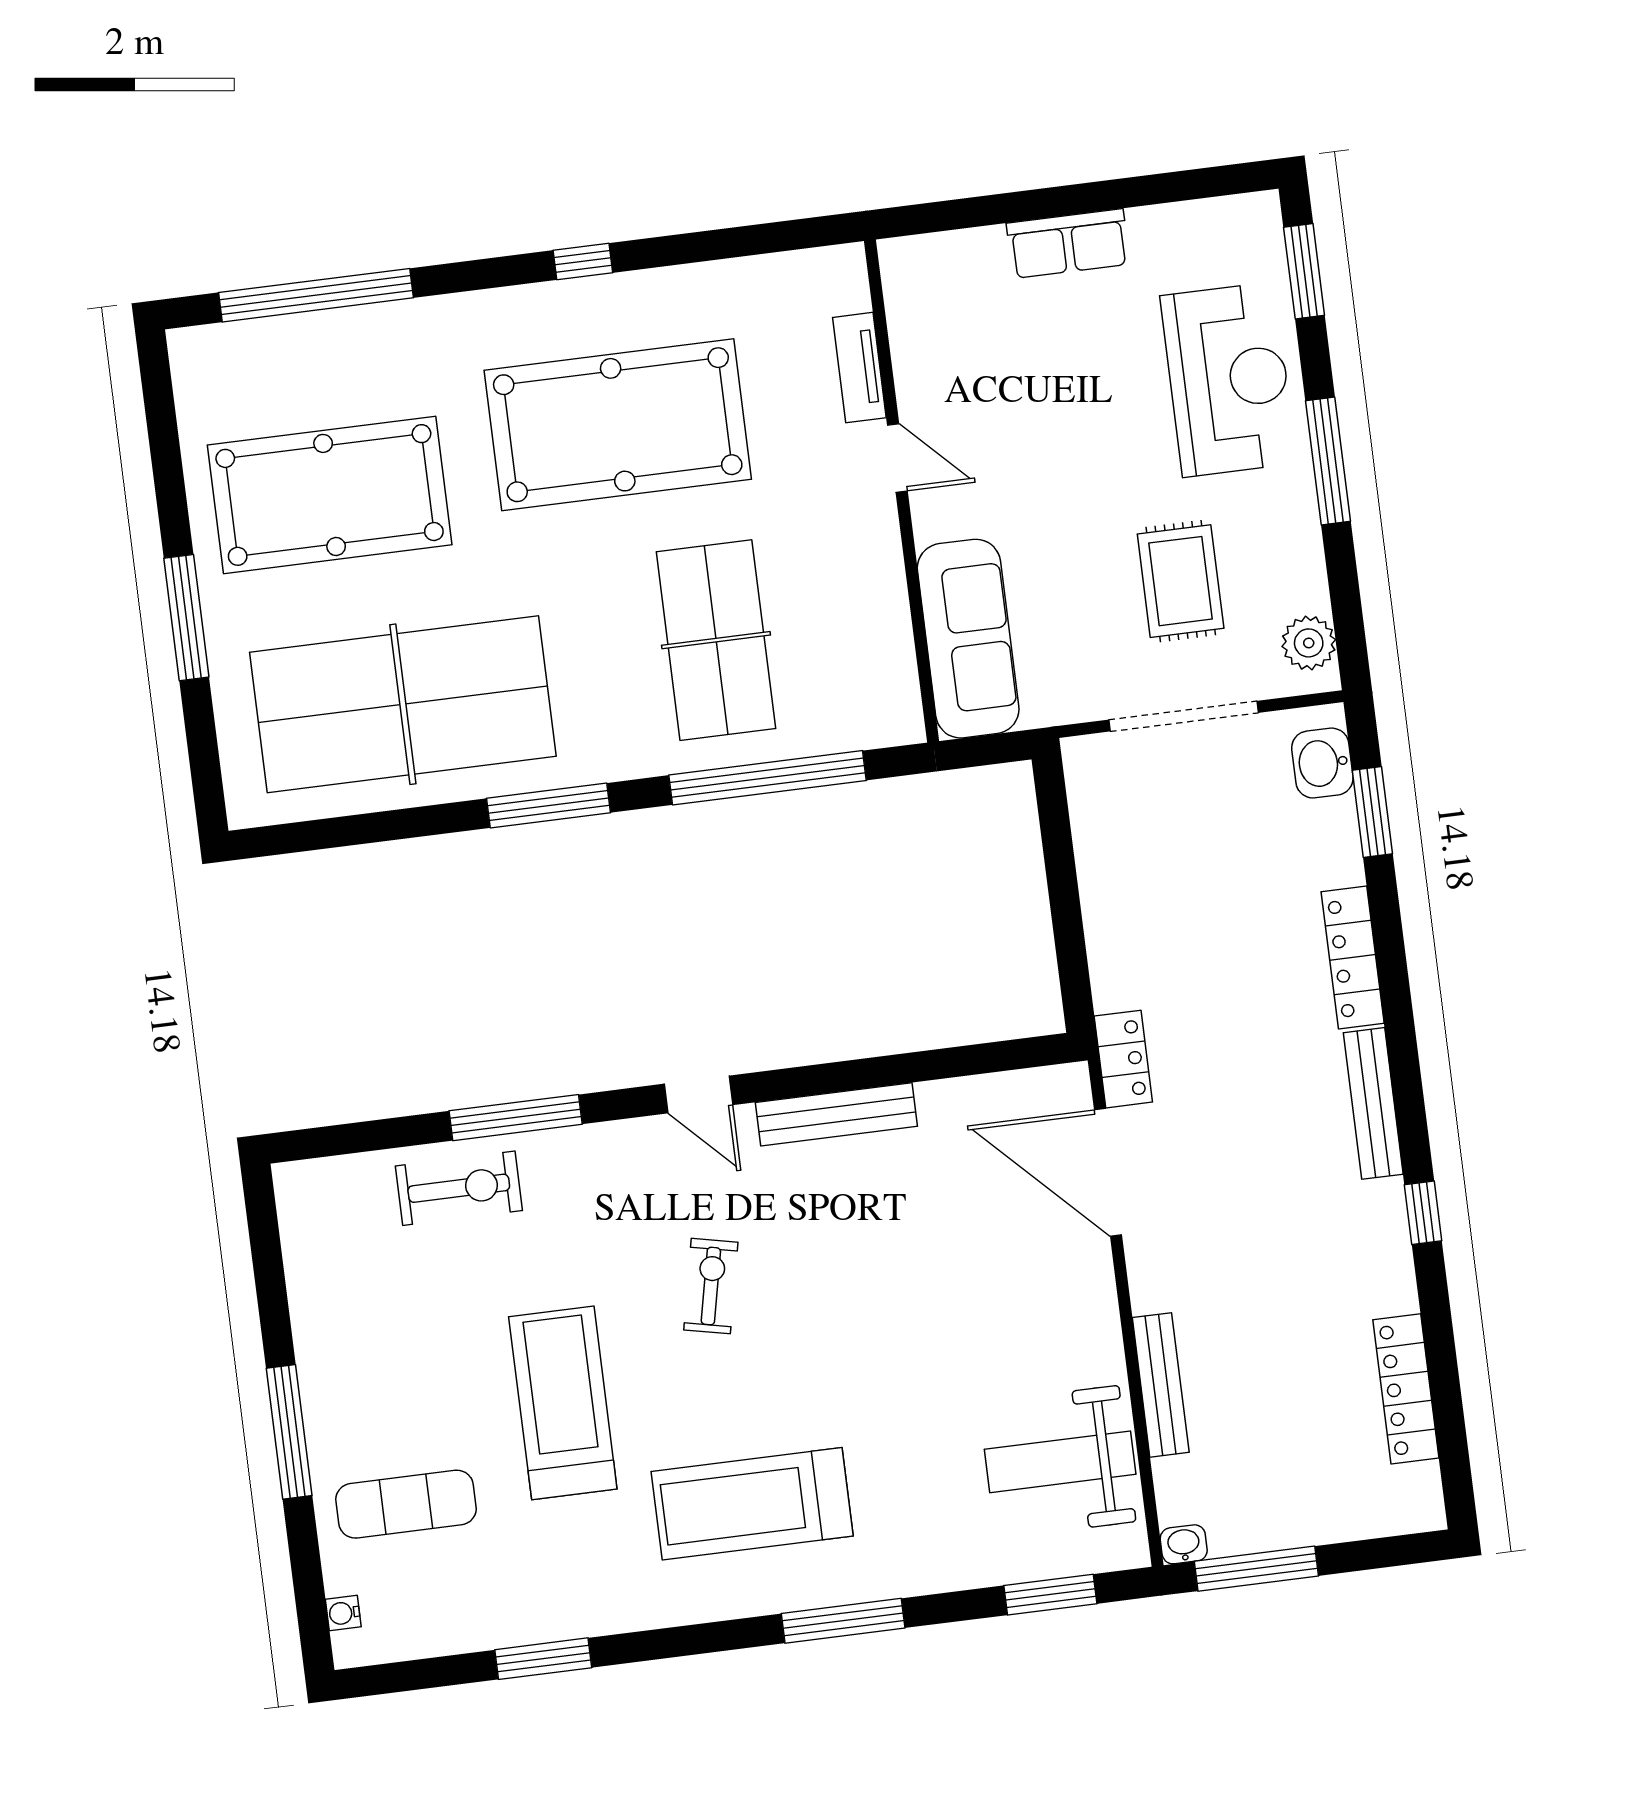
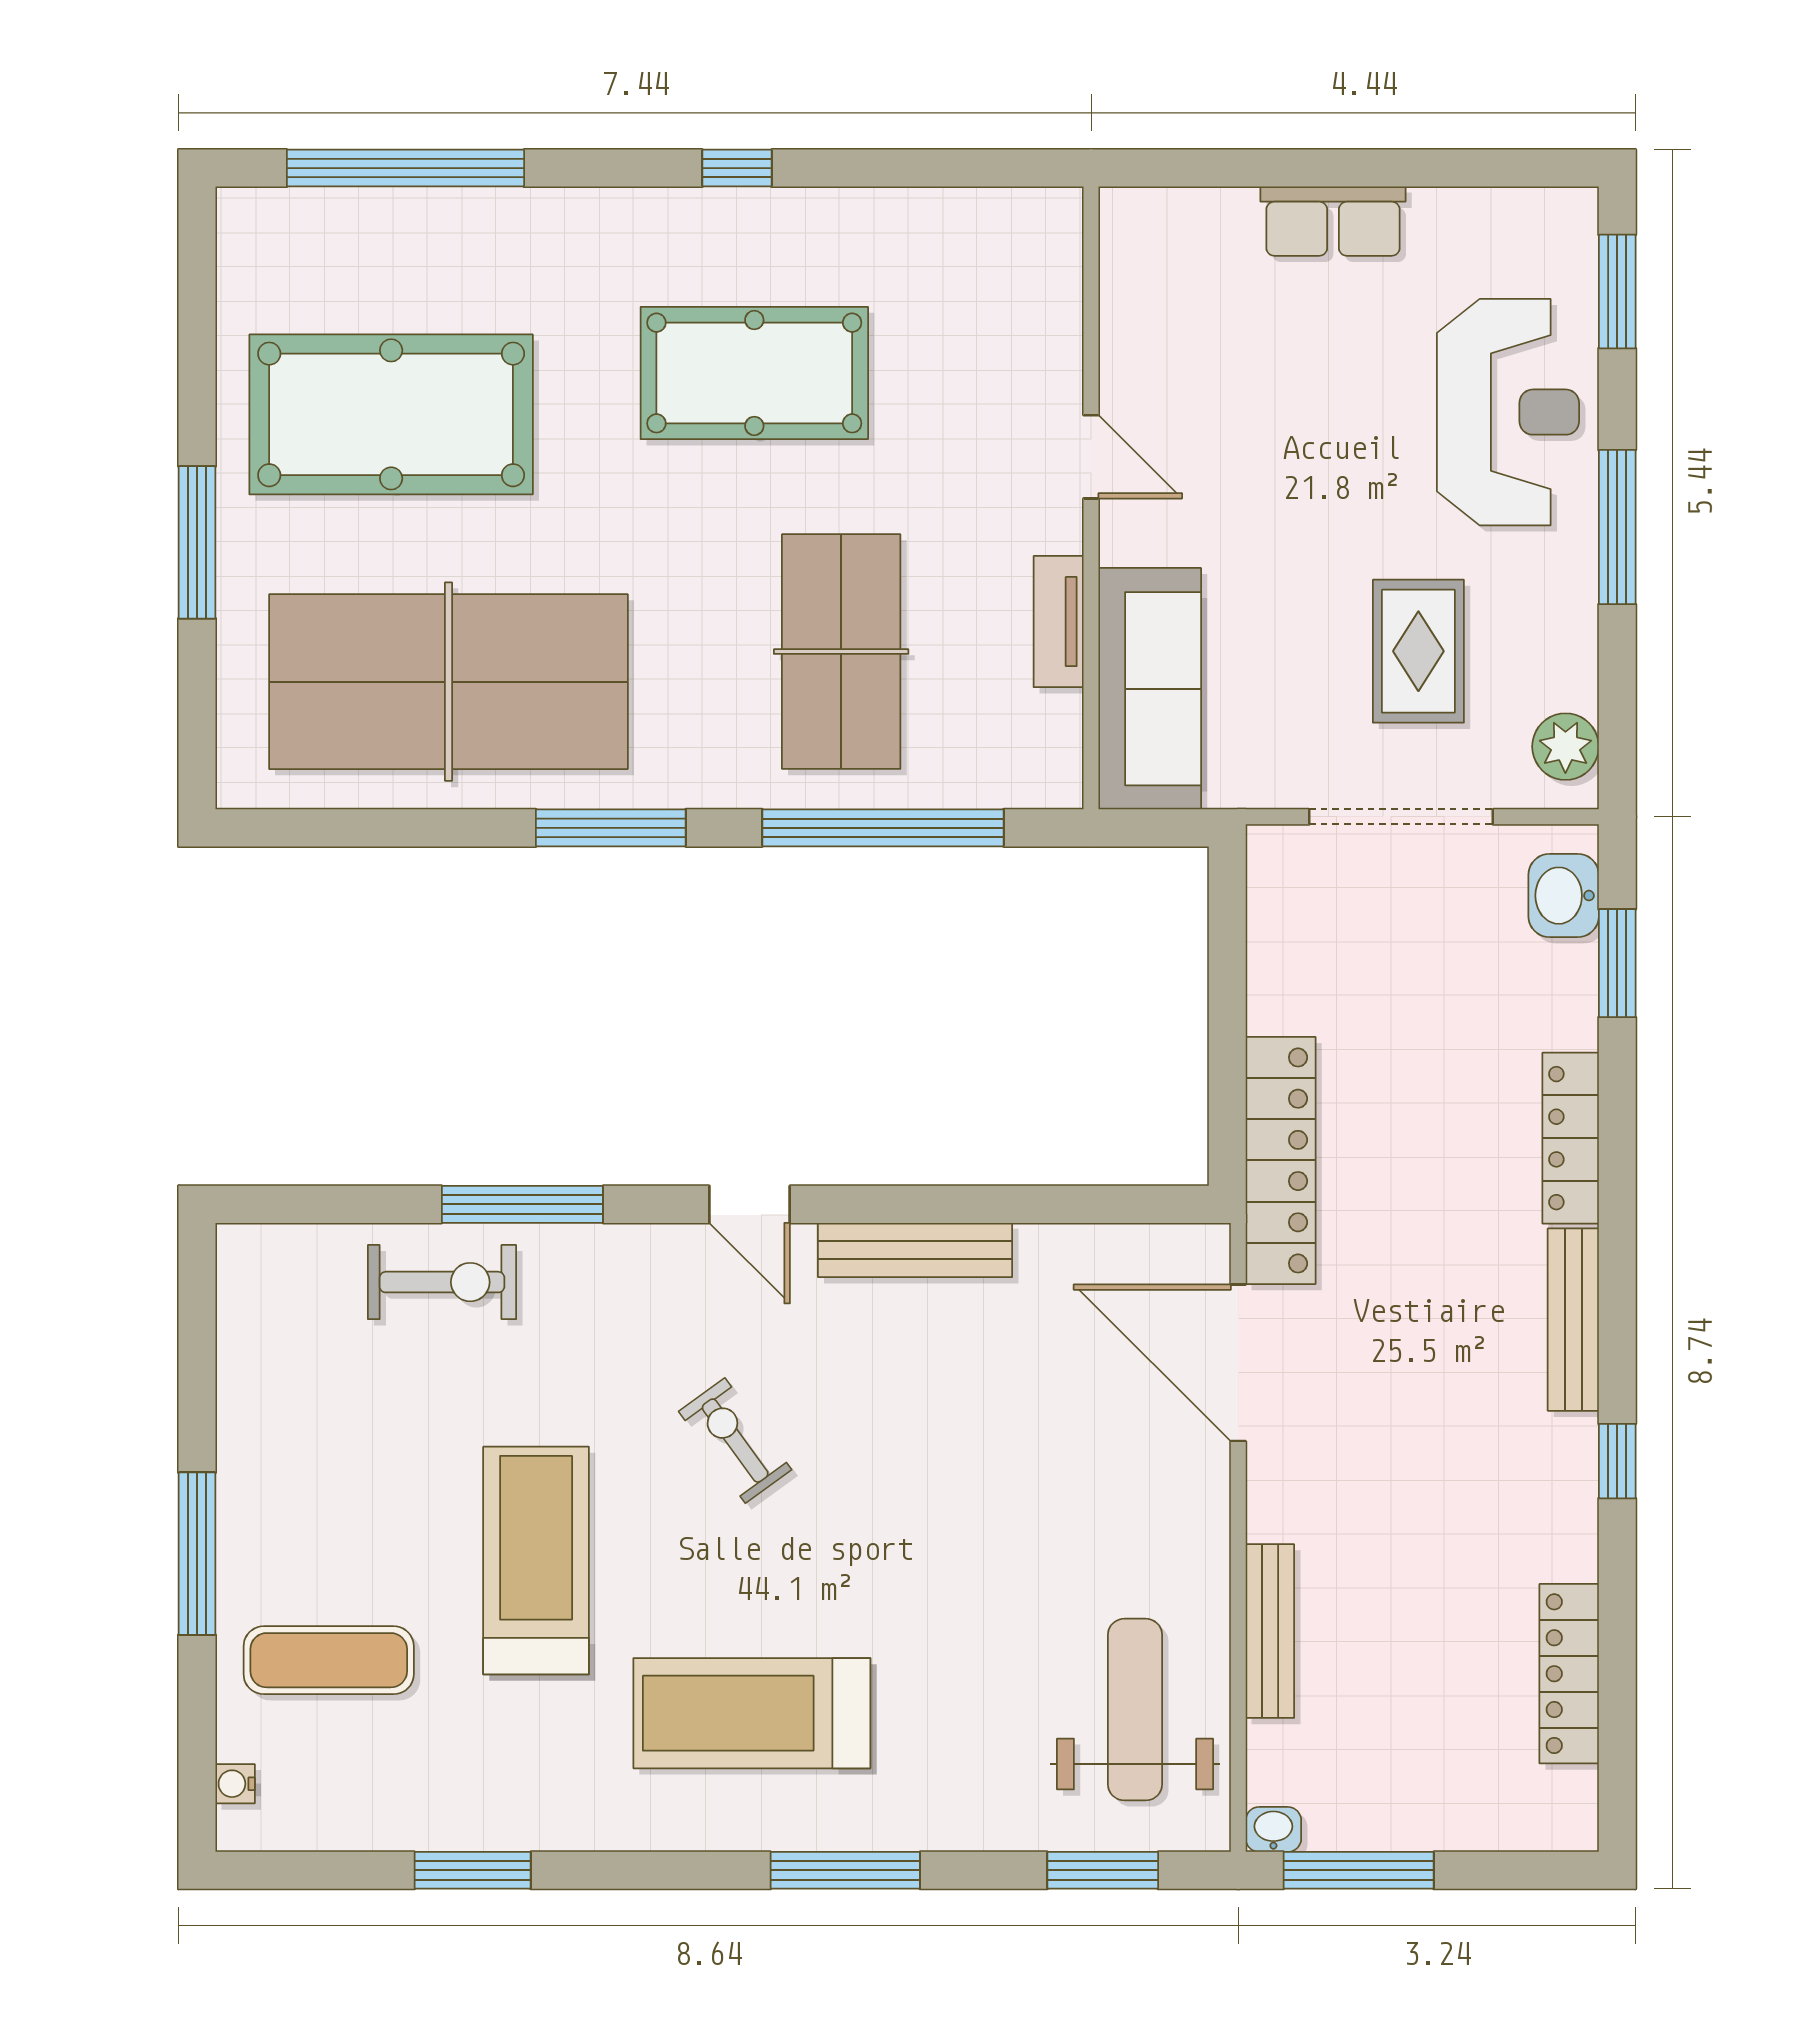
tv unit: (859, 368) -> (1059, 622), moved
pool table: (618, 425) -> (754, 373), width x0.73, depth x0.76
locker: (1123, 1059) -> (1281, 1160), width x2.16, depth x1.21
exercise bike: (711, 1286) -> (735, 1441), turned -48
weight bench: (1060, 1462) -> (1135, 1710), turned 90

